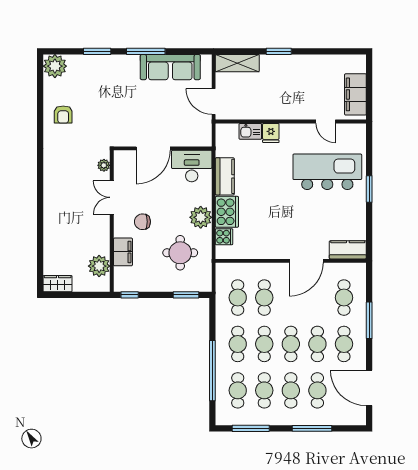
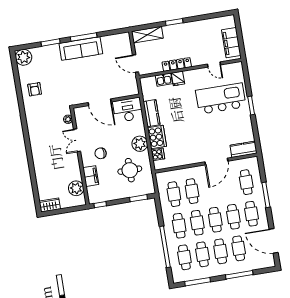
sofa: (170, 67) -> (81, 48), moved
locker: (272, 113) -> (177, 64), added
door: (153, 148) -> (100, 102), hinge flipped

